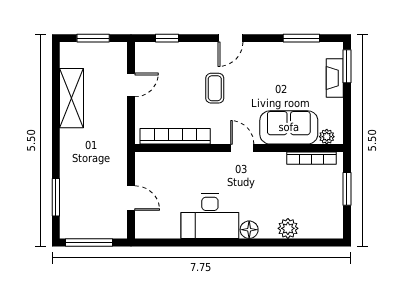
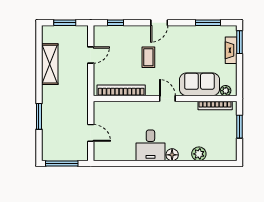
window: (56, 197) -> (39, 116), moved
desk: (210, 216) -> (150, 145), width x0.73

